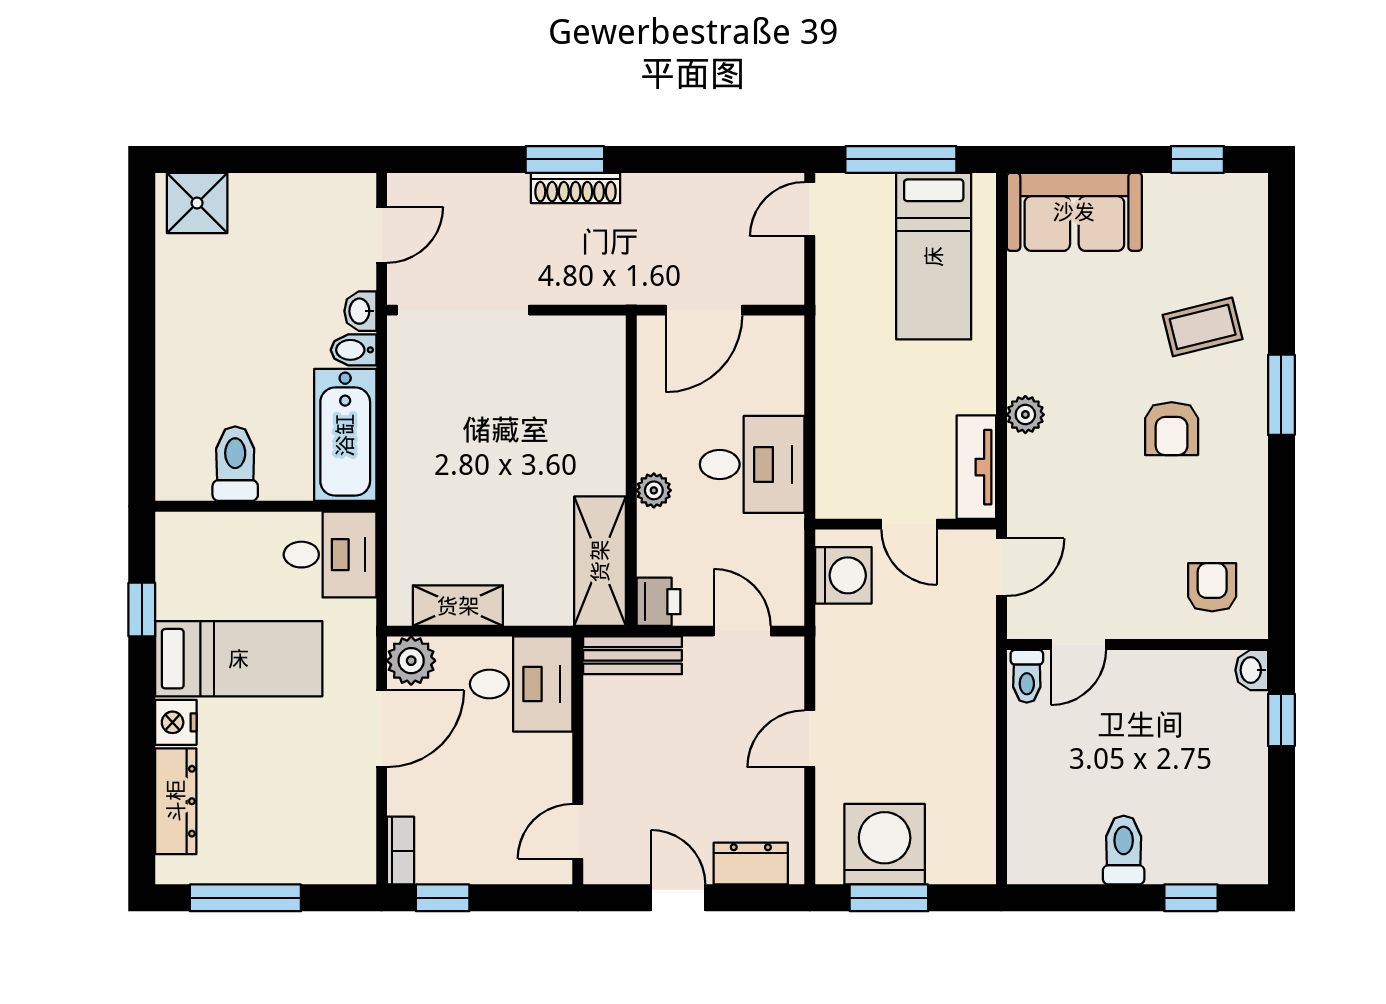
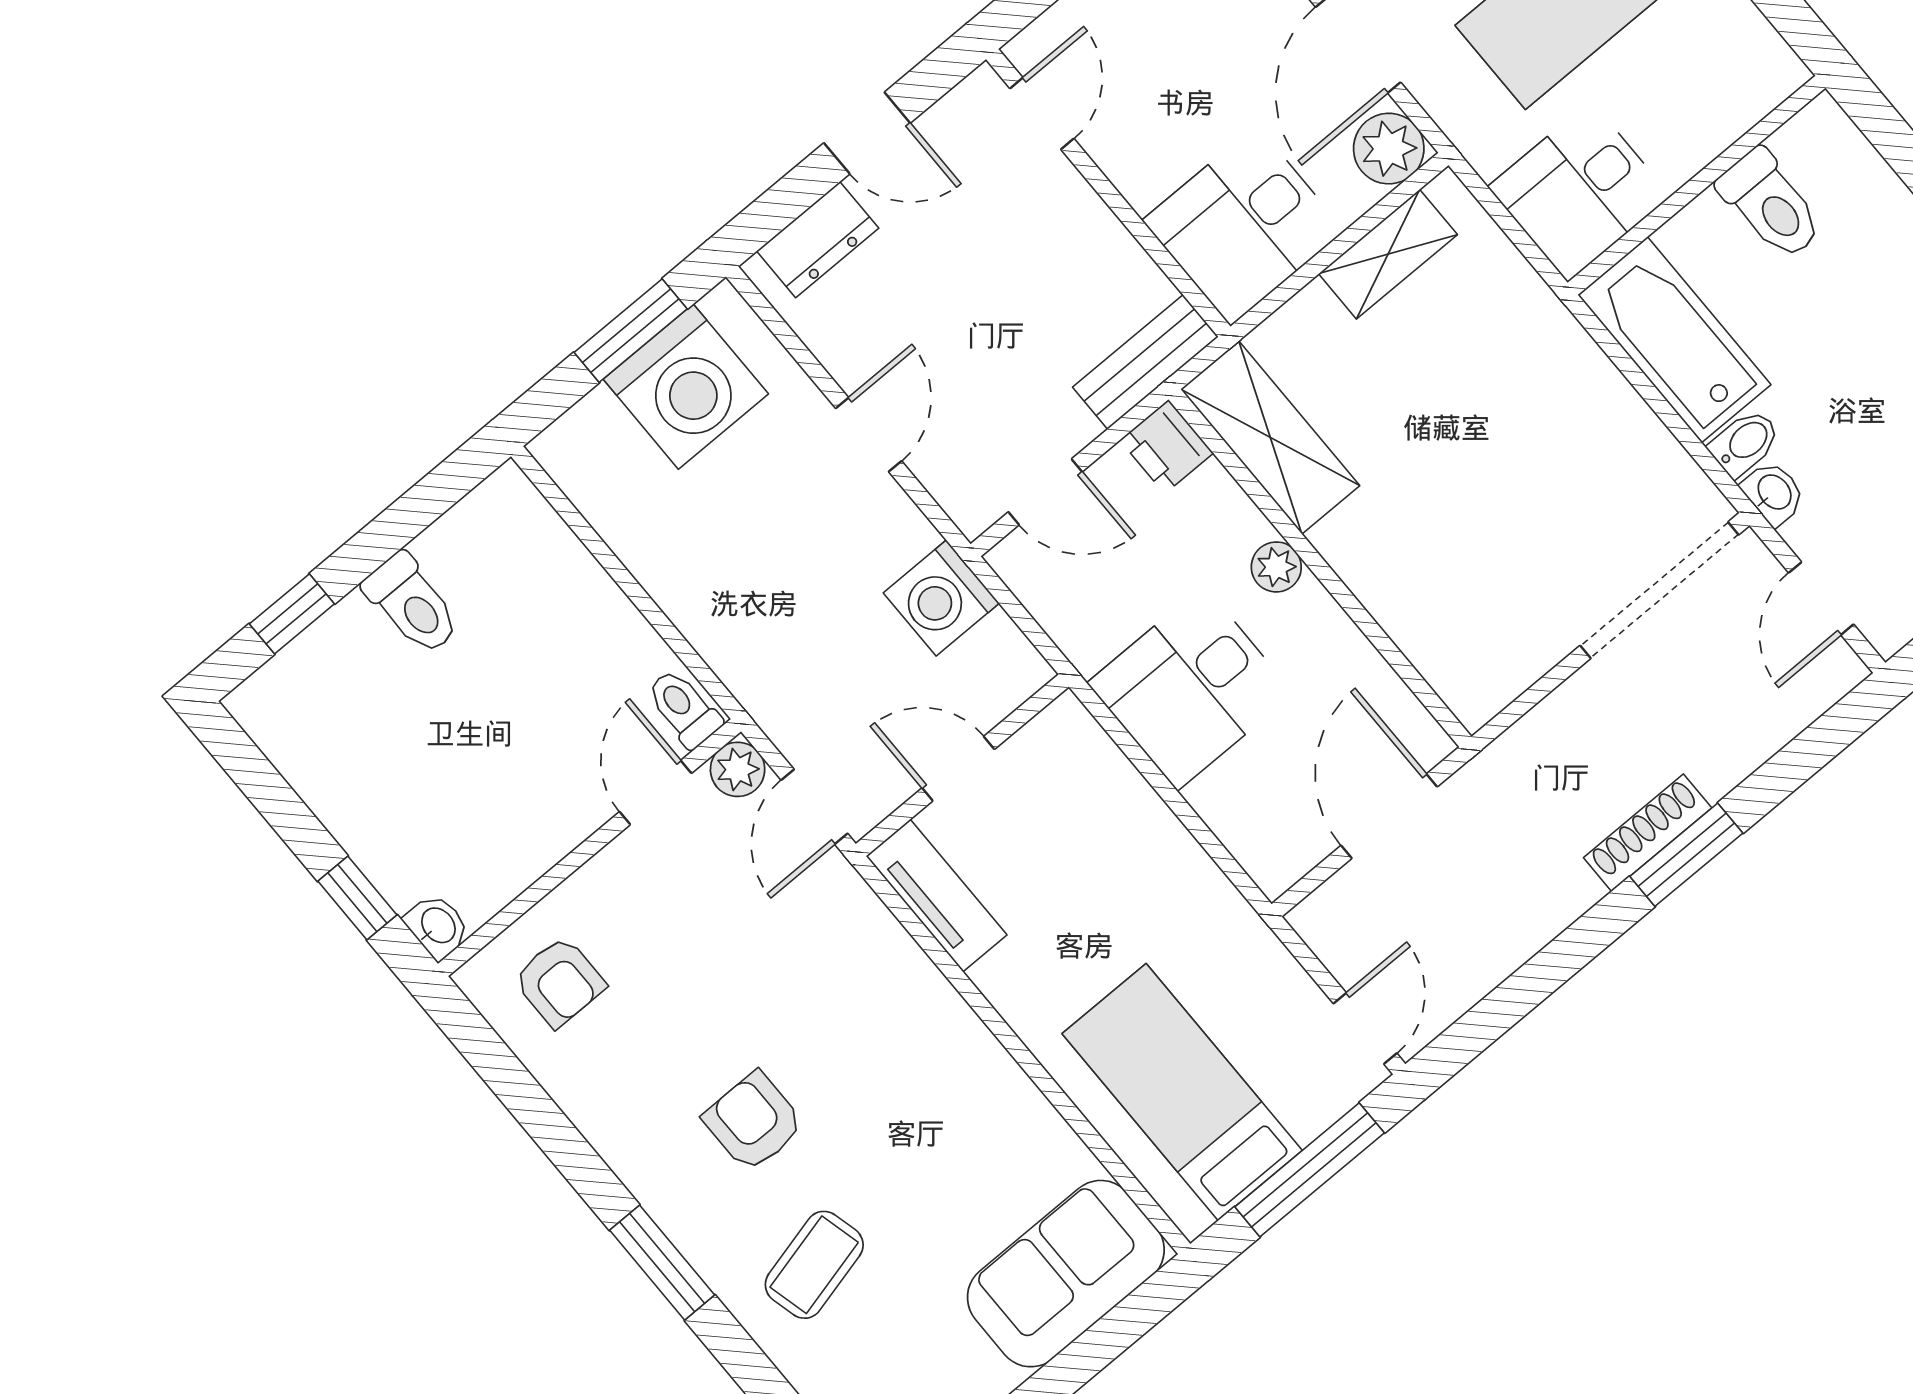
plant: (1025, 415) -> (738, 769), moved
washing machine: (843, 575) -> (941, 598), moved

